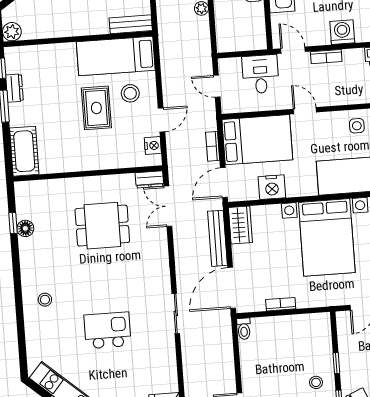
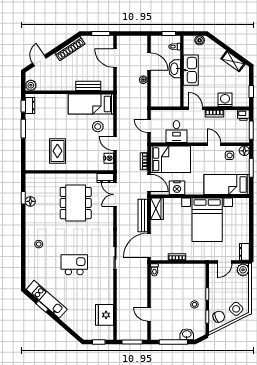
bench: (131, 24) -> (88, 86), moved
desk: (260, 74) -> (176, 132), moved, turned 180
dresser: (15, 88) -> (30, 106), moved
rug: (96, 108) -> (57, 151), moved
door: (305, 111) -> (214, 144), moved
door: (162, 120) -> (115, 144), swing flipped
cot: (24, 151) -> (33, 156), removed
door: (224, 183) -> (149, 183), swing flipped
dining table: (102, 226) -> (76, 203), width x1.38

